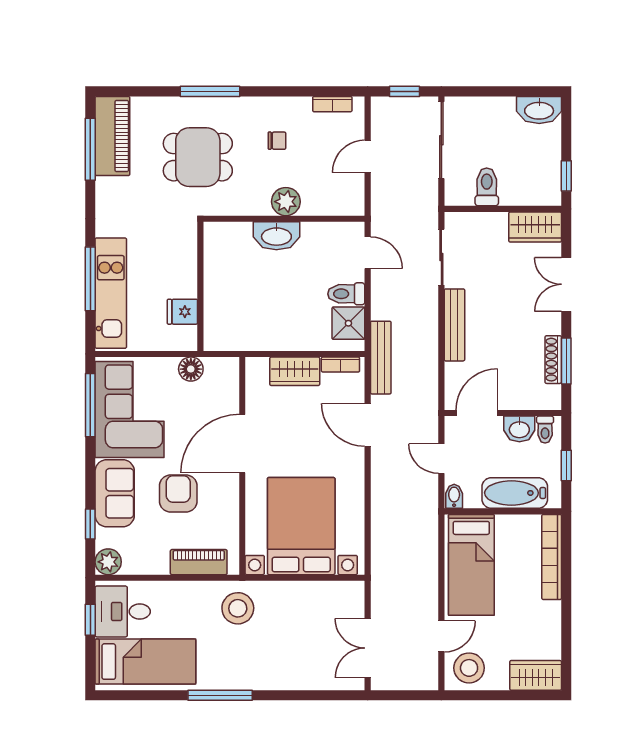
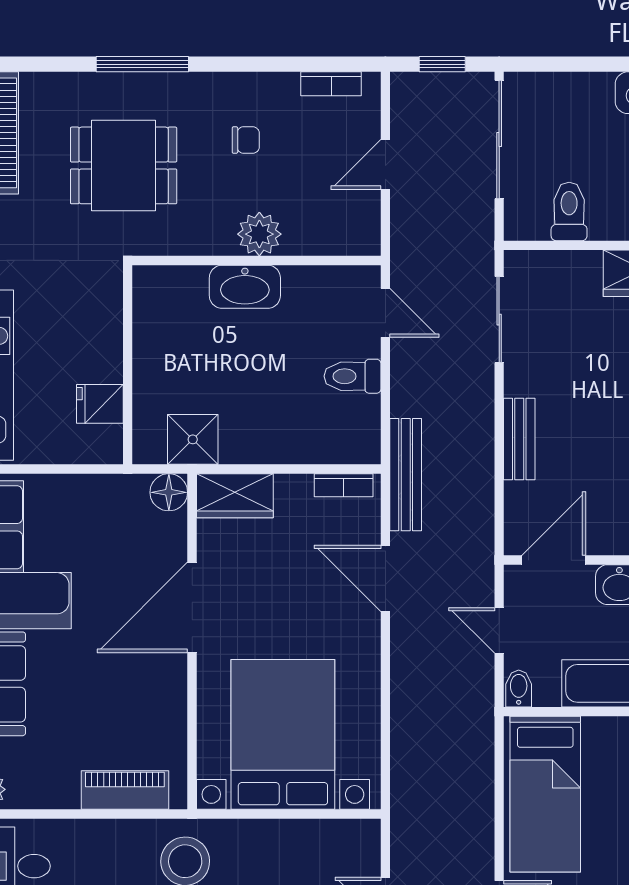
shower: (348, 323) -> (193, 439), moved
bench: (454, 325) -> (519, 439), width x0.73
floor lamp: (191, 369) -> (169, 492), moved
wardrobe: (295, 371) -> (235, 496), moved
armchair: (178, 493) -> (93, 684), removed

